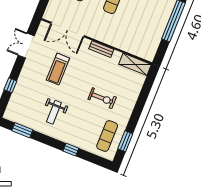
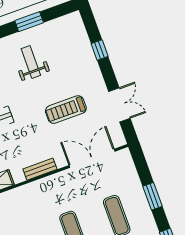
treadmill: (58, 69) -> (66, 110), turned -90
window: (22, 130) -> (29, 22), moved

